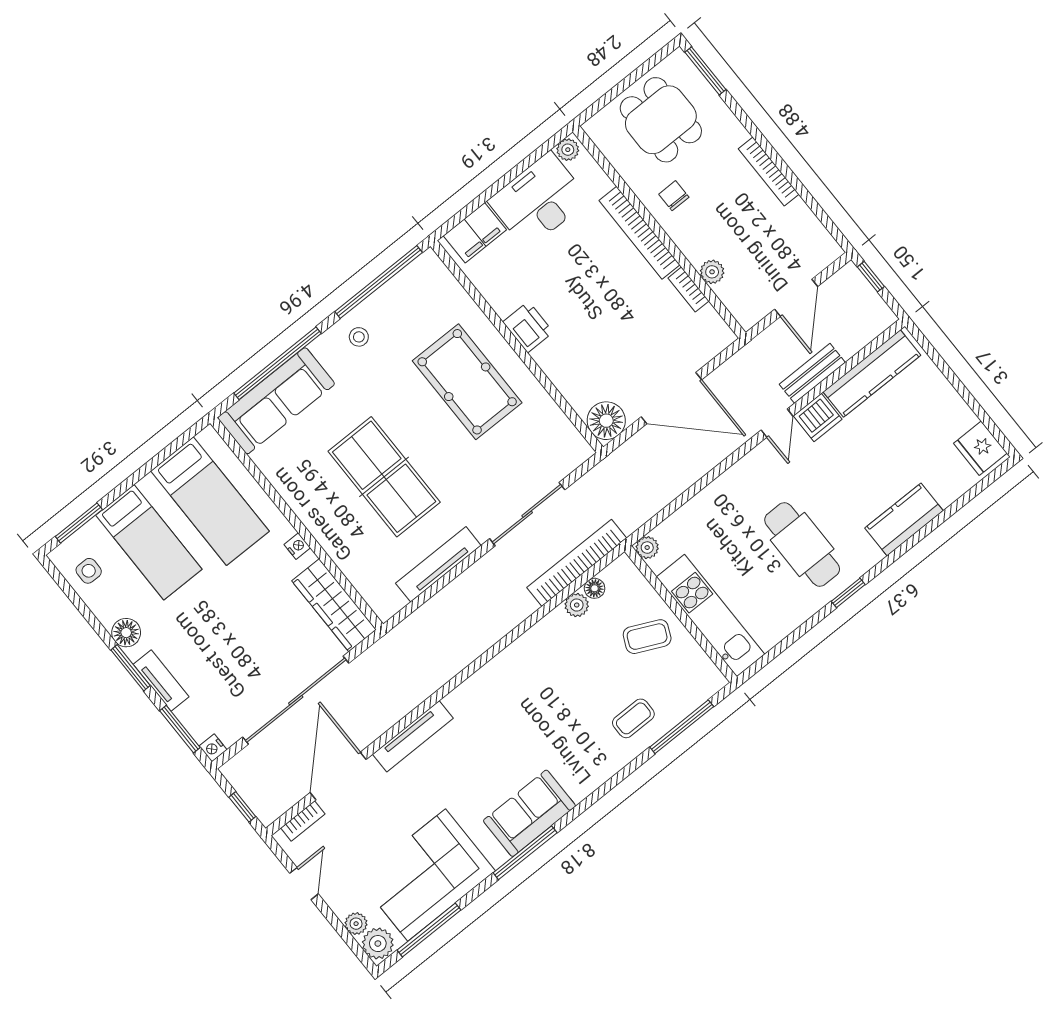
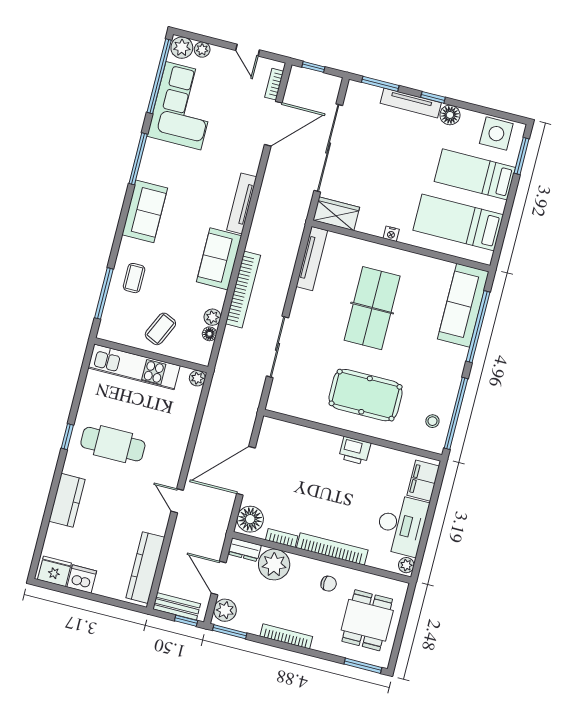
dining table: (661, 120) -> (367, 620), turned 90
window: (830, 226) -> (230, 632), added
plant: (817, 255) -> (225, 610), added
plant: (712, 272) -> (274, 564), width x1.88, depth x1.88
dresser: (742, 308) -> (244, 550), added
stool: (359, 337) -> (432, 421), moved
bench: (812, 373) -> (177, 606), moved, turned 90
dishwasher: (818, 417) -> (82, 579), moved, turned 90
floor lamp: (606, 421) -> (250, 519), moved
table tennis table: (384, 477) -> (372, 308), turned 90
bookcase: (577, 563) -> (243, 289), moved
tv unit: (438, 564) -> (312, 258), moved
side table: (89, 571) -> (496, 134), width x1.87, depth x1.87
wardrobe: (334, 605) -> (336, 214), width x0.67
sofa: (518, 667) -> (219, 259), added
window: (130, 668) -> (433, 97), width x0.67
tv unit: (161, 681) -> (411, 103), width x1.41
tv unit: (413, 736) -> (242, 203), moved
nightstand: (213, 748) -> (354, 87), removed
door: (338, 776) -> (273, 124), hinge flipped
sofa: (529, 813) -> (145, 211), moved
window: (429, 930) -> (159, 76), width x1.46

